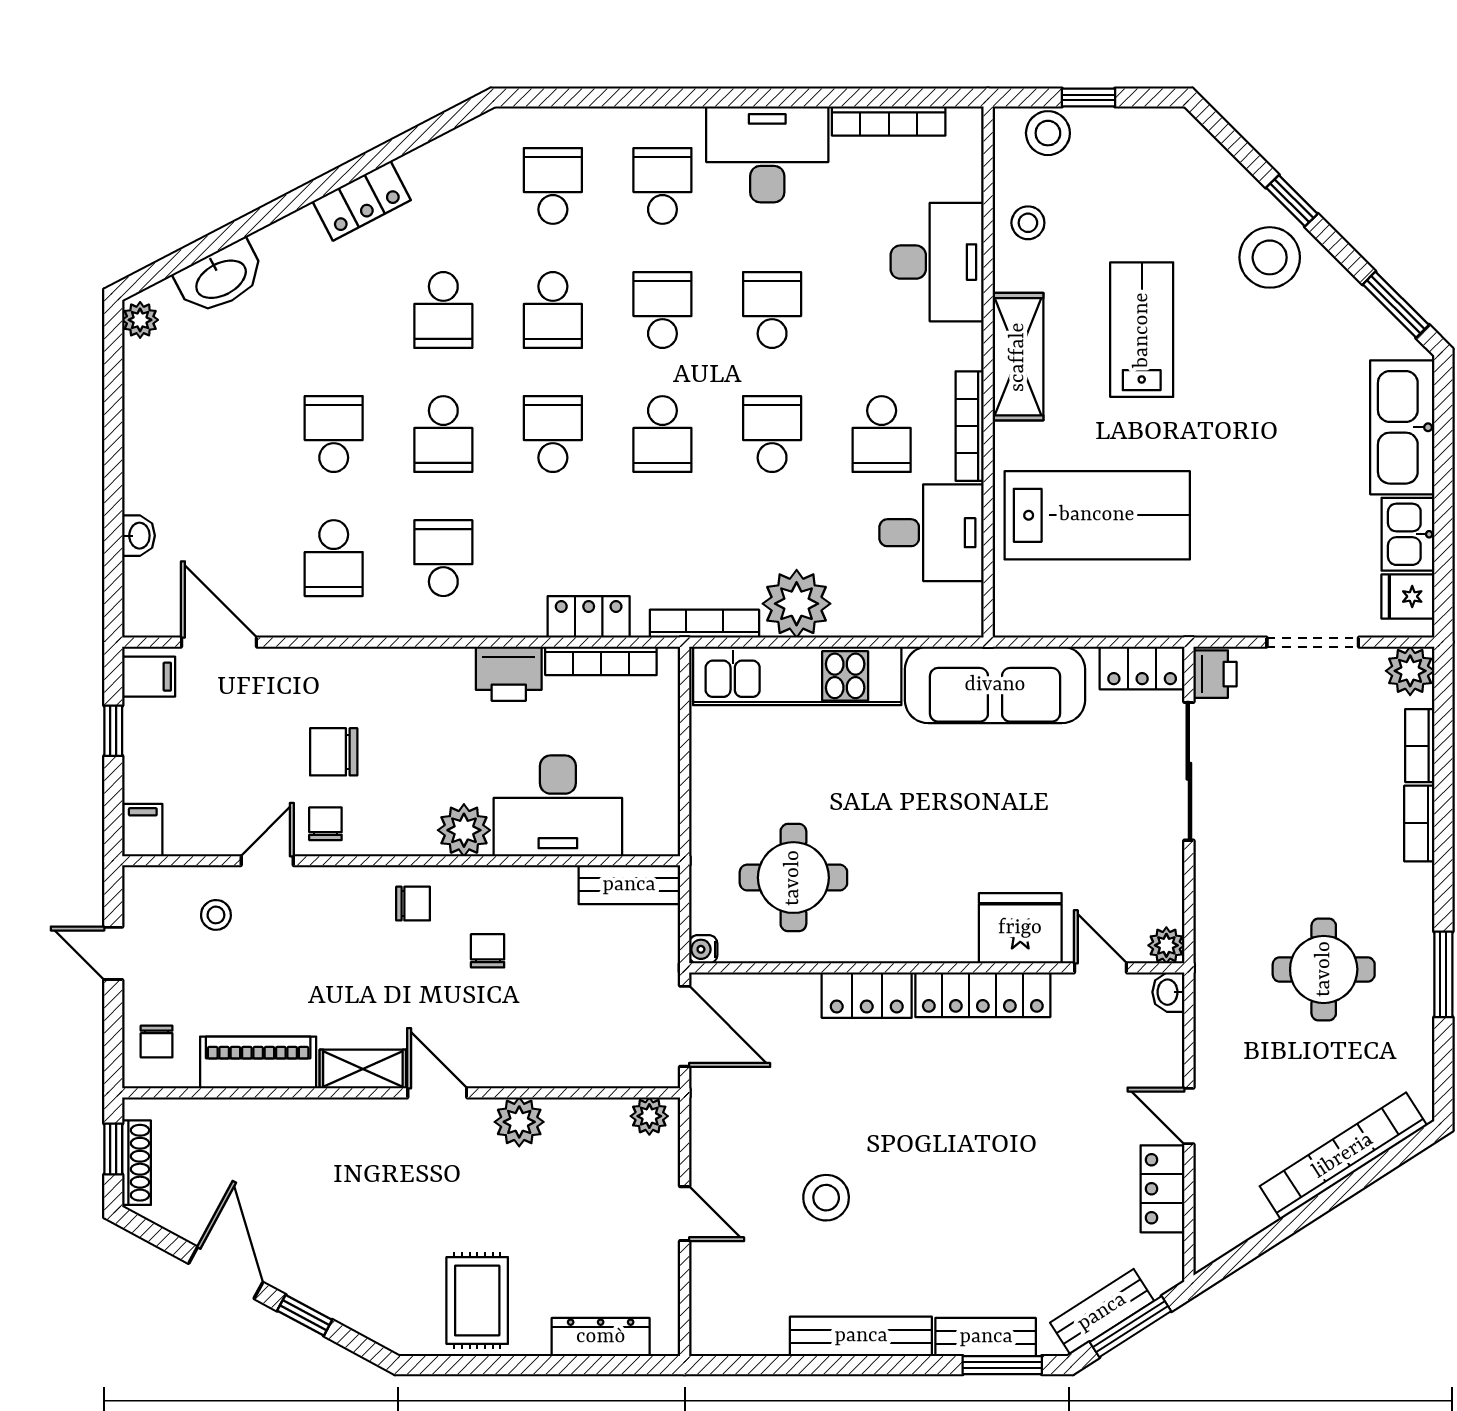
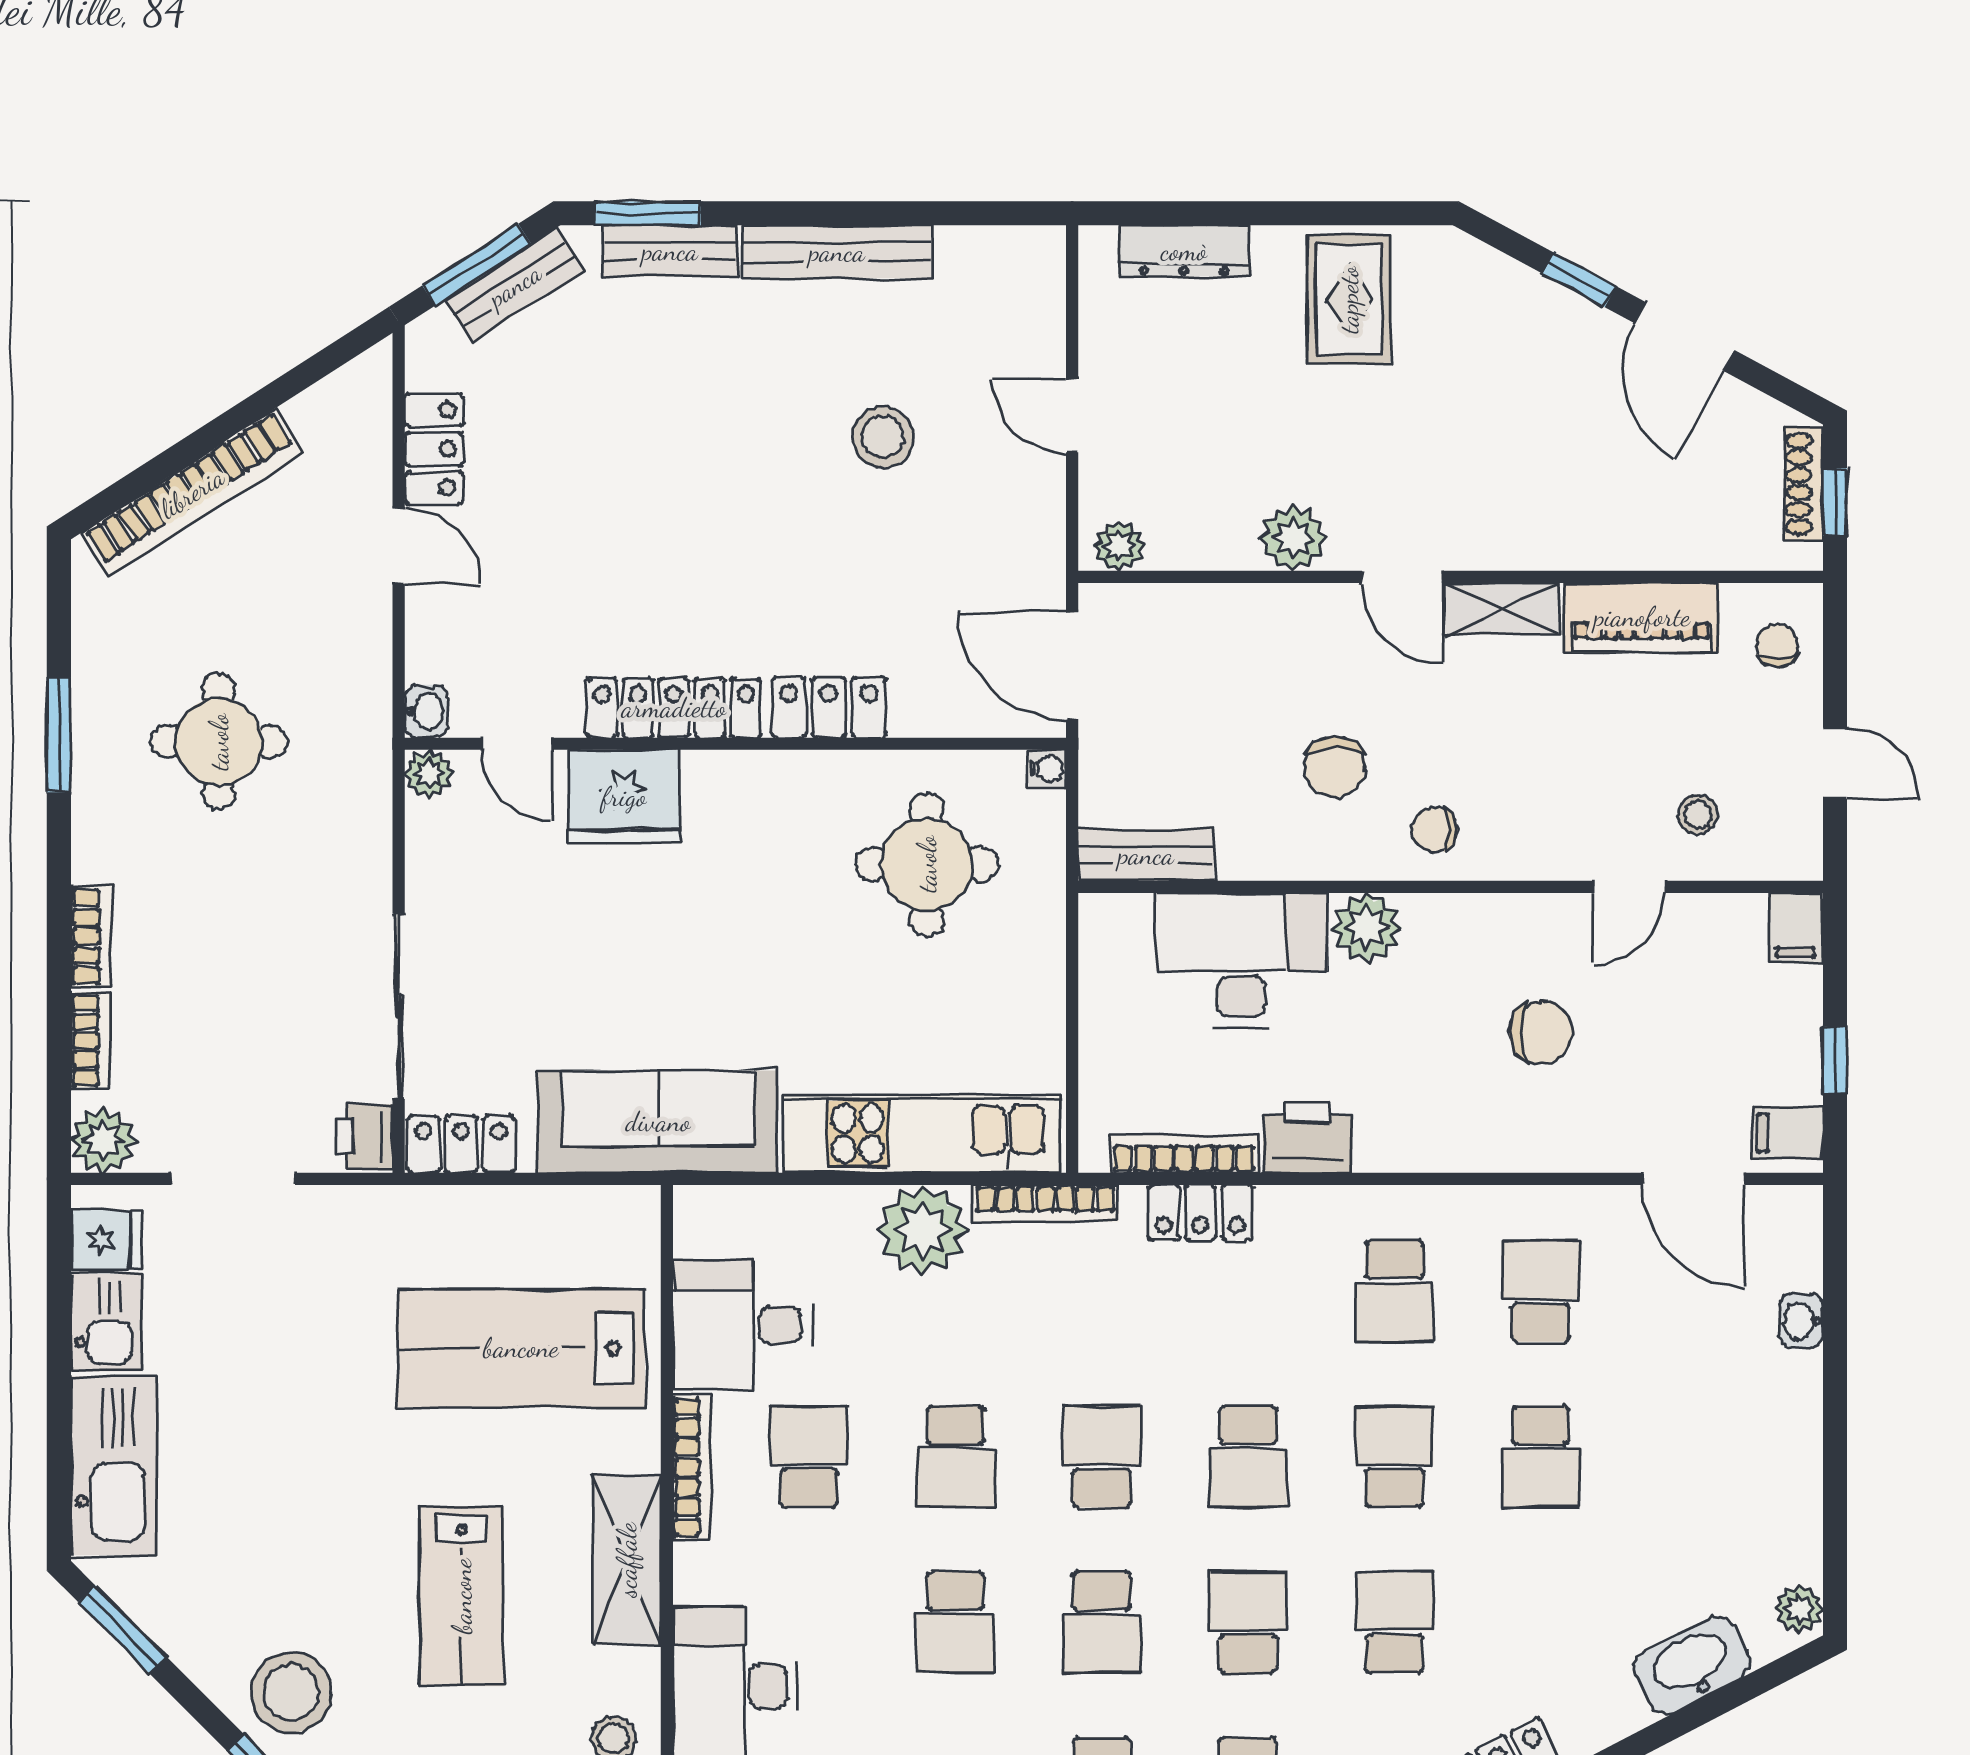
chair: (325, 824) -> (1552, 936), removed
chair: (488, 951) -> (1335, 767), width x1.37, depth x1.37

